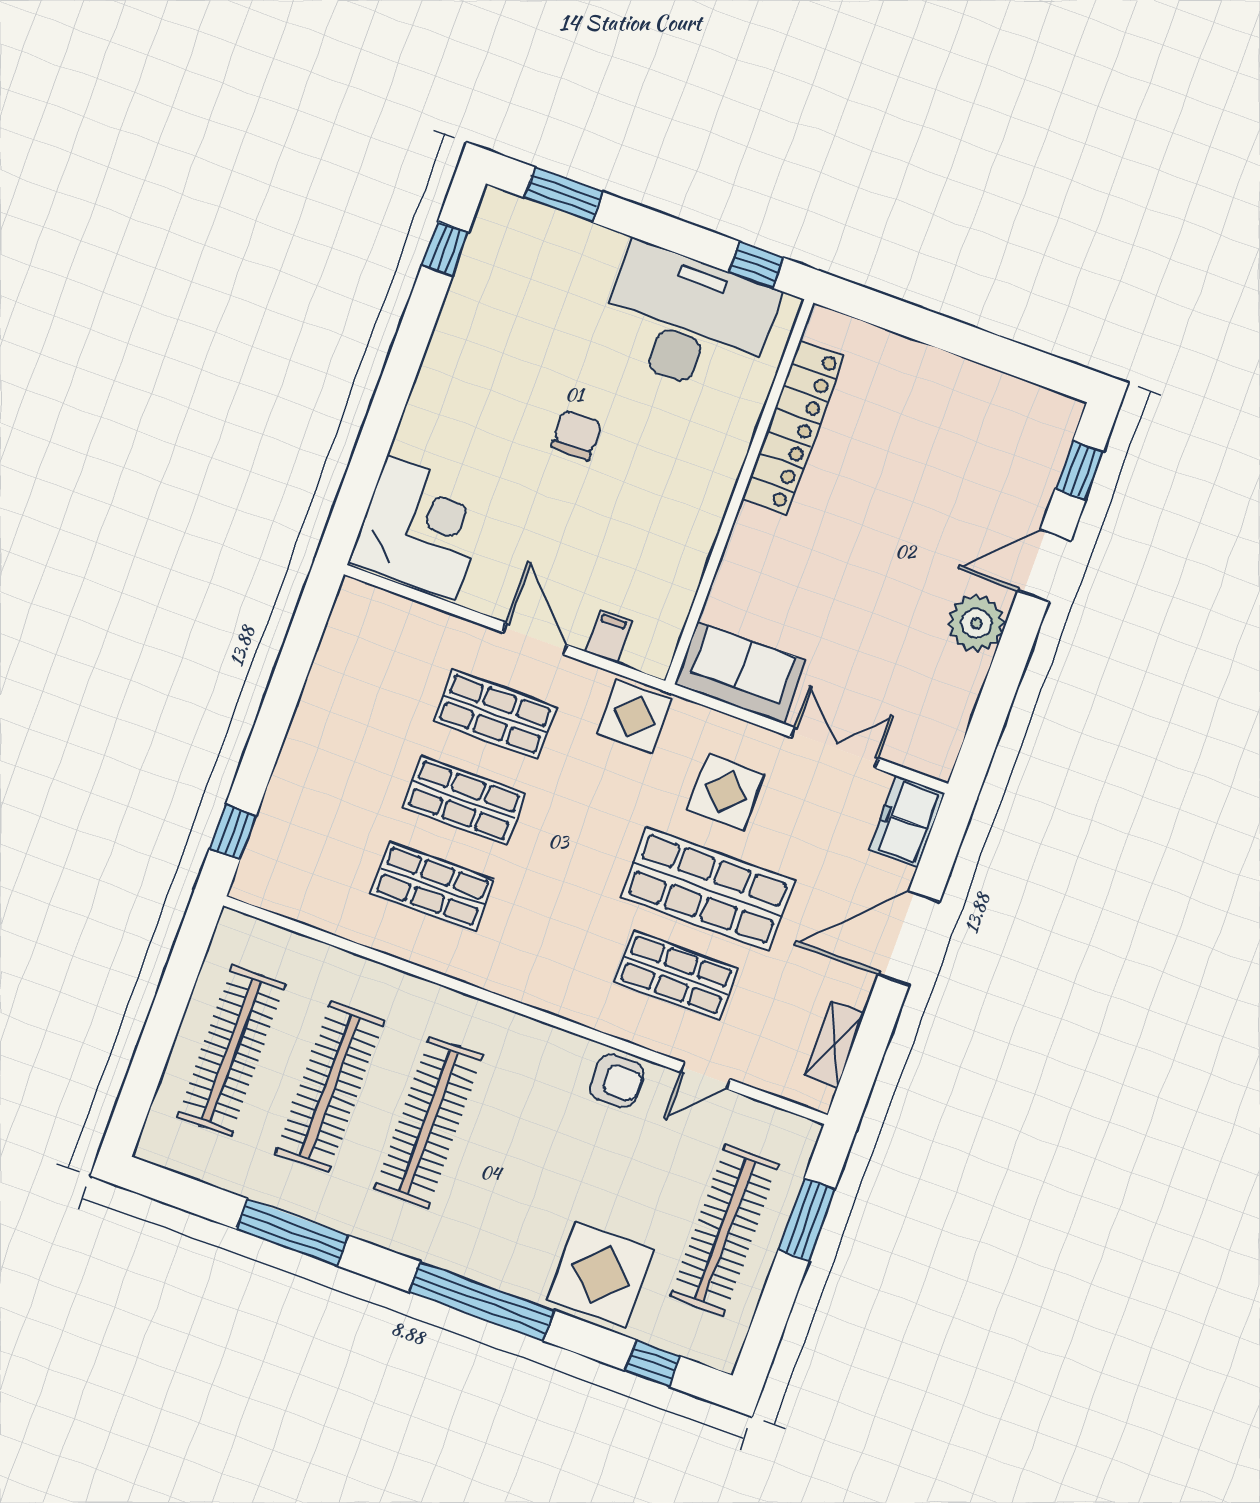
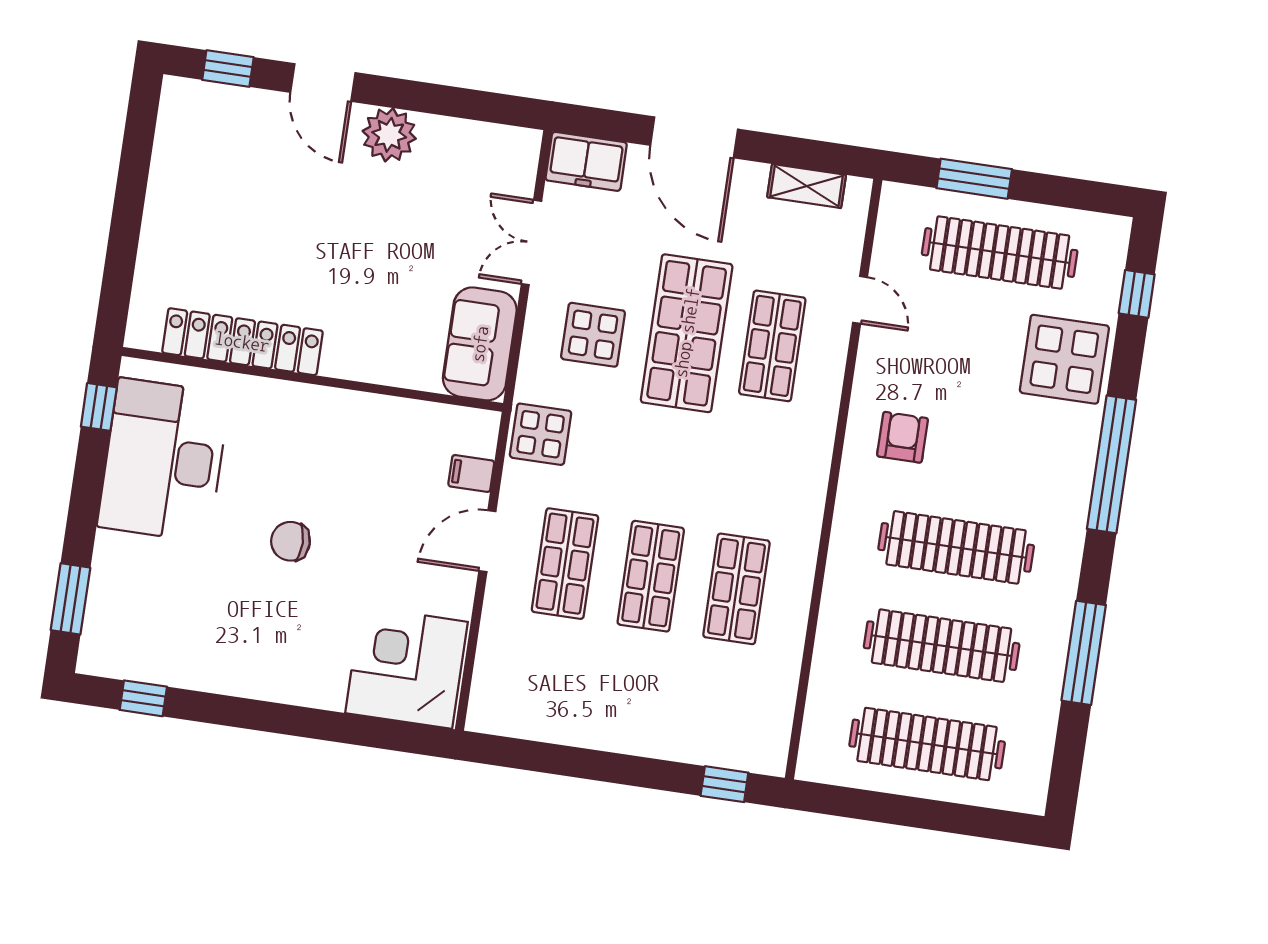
armchair: (617, 1081) -> (903, 437), moved

